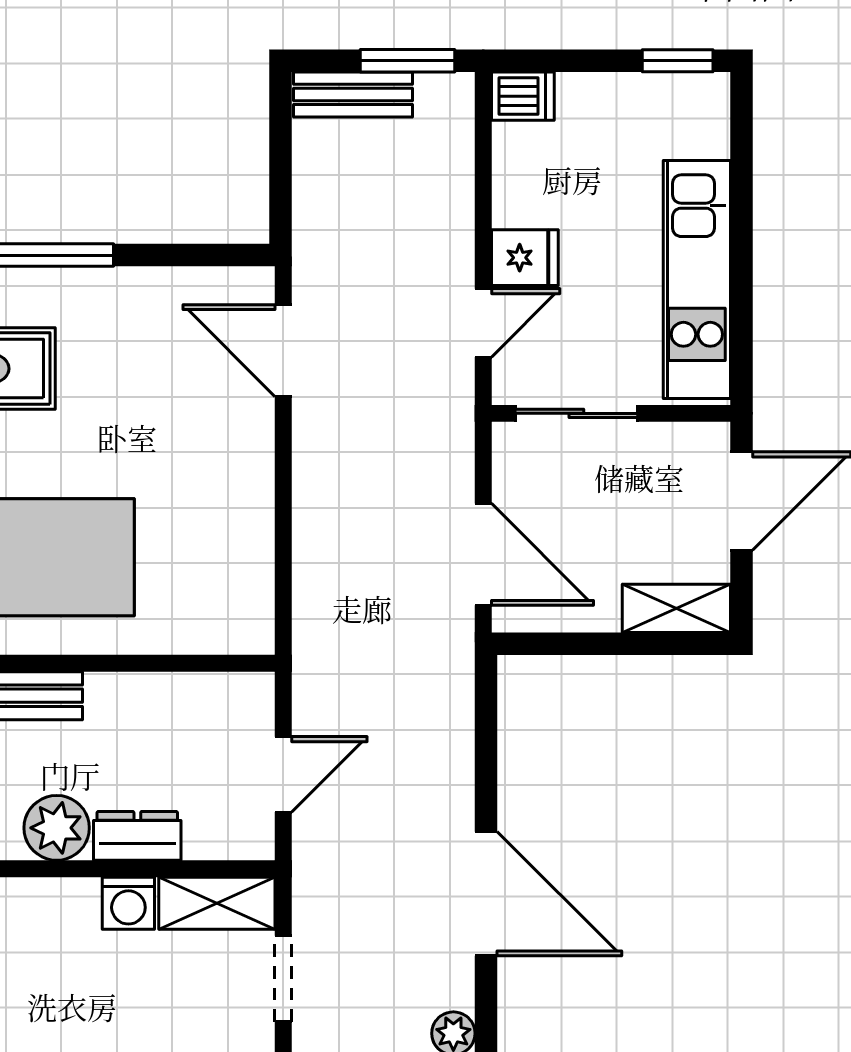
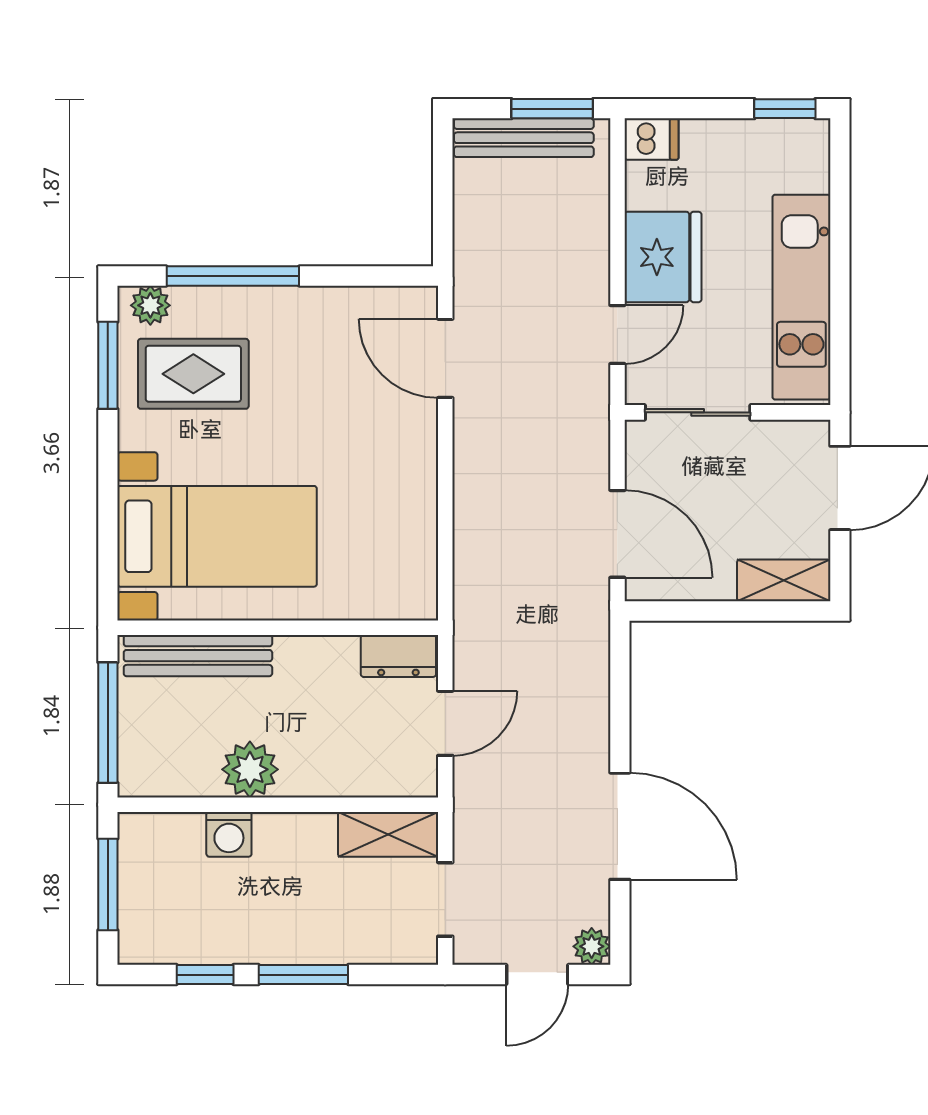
bench: (353, 94) -> (524, 138), width x1.36
fridge: (525, 258) -> (663, 257), width x1.88, depth x1.34
dresser: (137, 836) -> (398, 656), moved, turned 180
washing machine: (128, 903) -> (229, 834), moved

